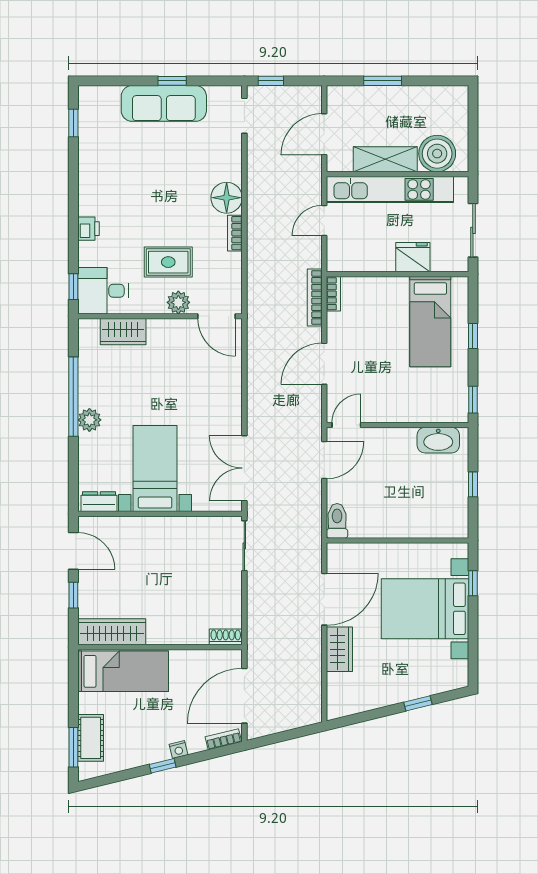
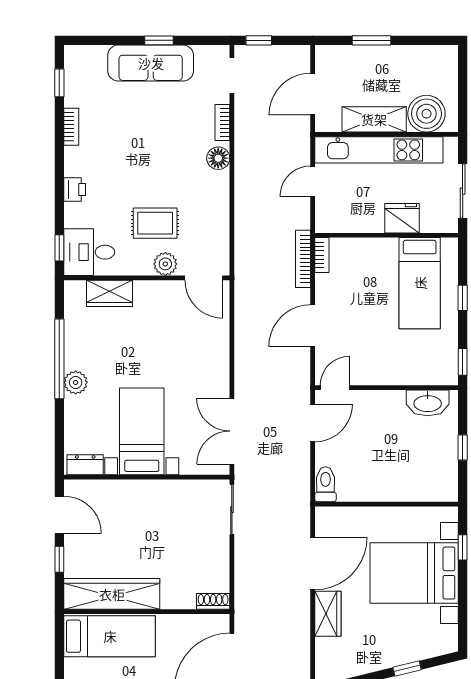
bookcase: (85, 167) -> (71, 127), added
floor lamp: (227, 198) -> (218, 158), width x0.73, depth x0.73
bookcase: (235, 233) -> (222, 123), moved
wardrobe: (112, 632) -> (112, 594), width x1.40, depth x1.17

